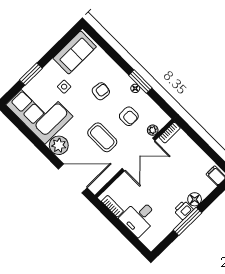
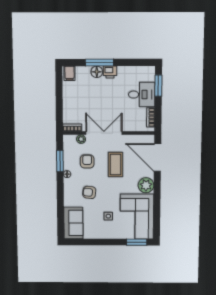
sofa: (75, 52) -> (73, 223), moved, turned 90
window: (31, 74) -> (137, 242), moved
window: (140, 82) -> (60, 161), moved
window: (188, 221) -> (99, 63), moved
window: (132, 239) -> (158, 86), added

